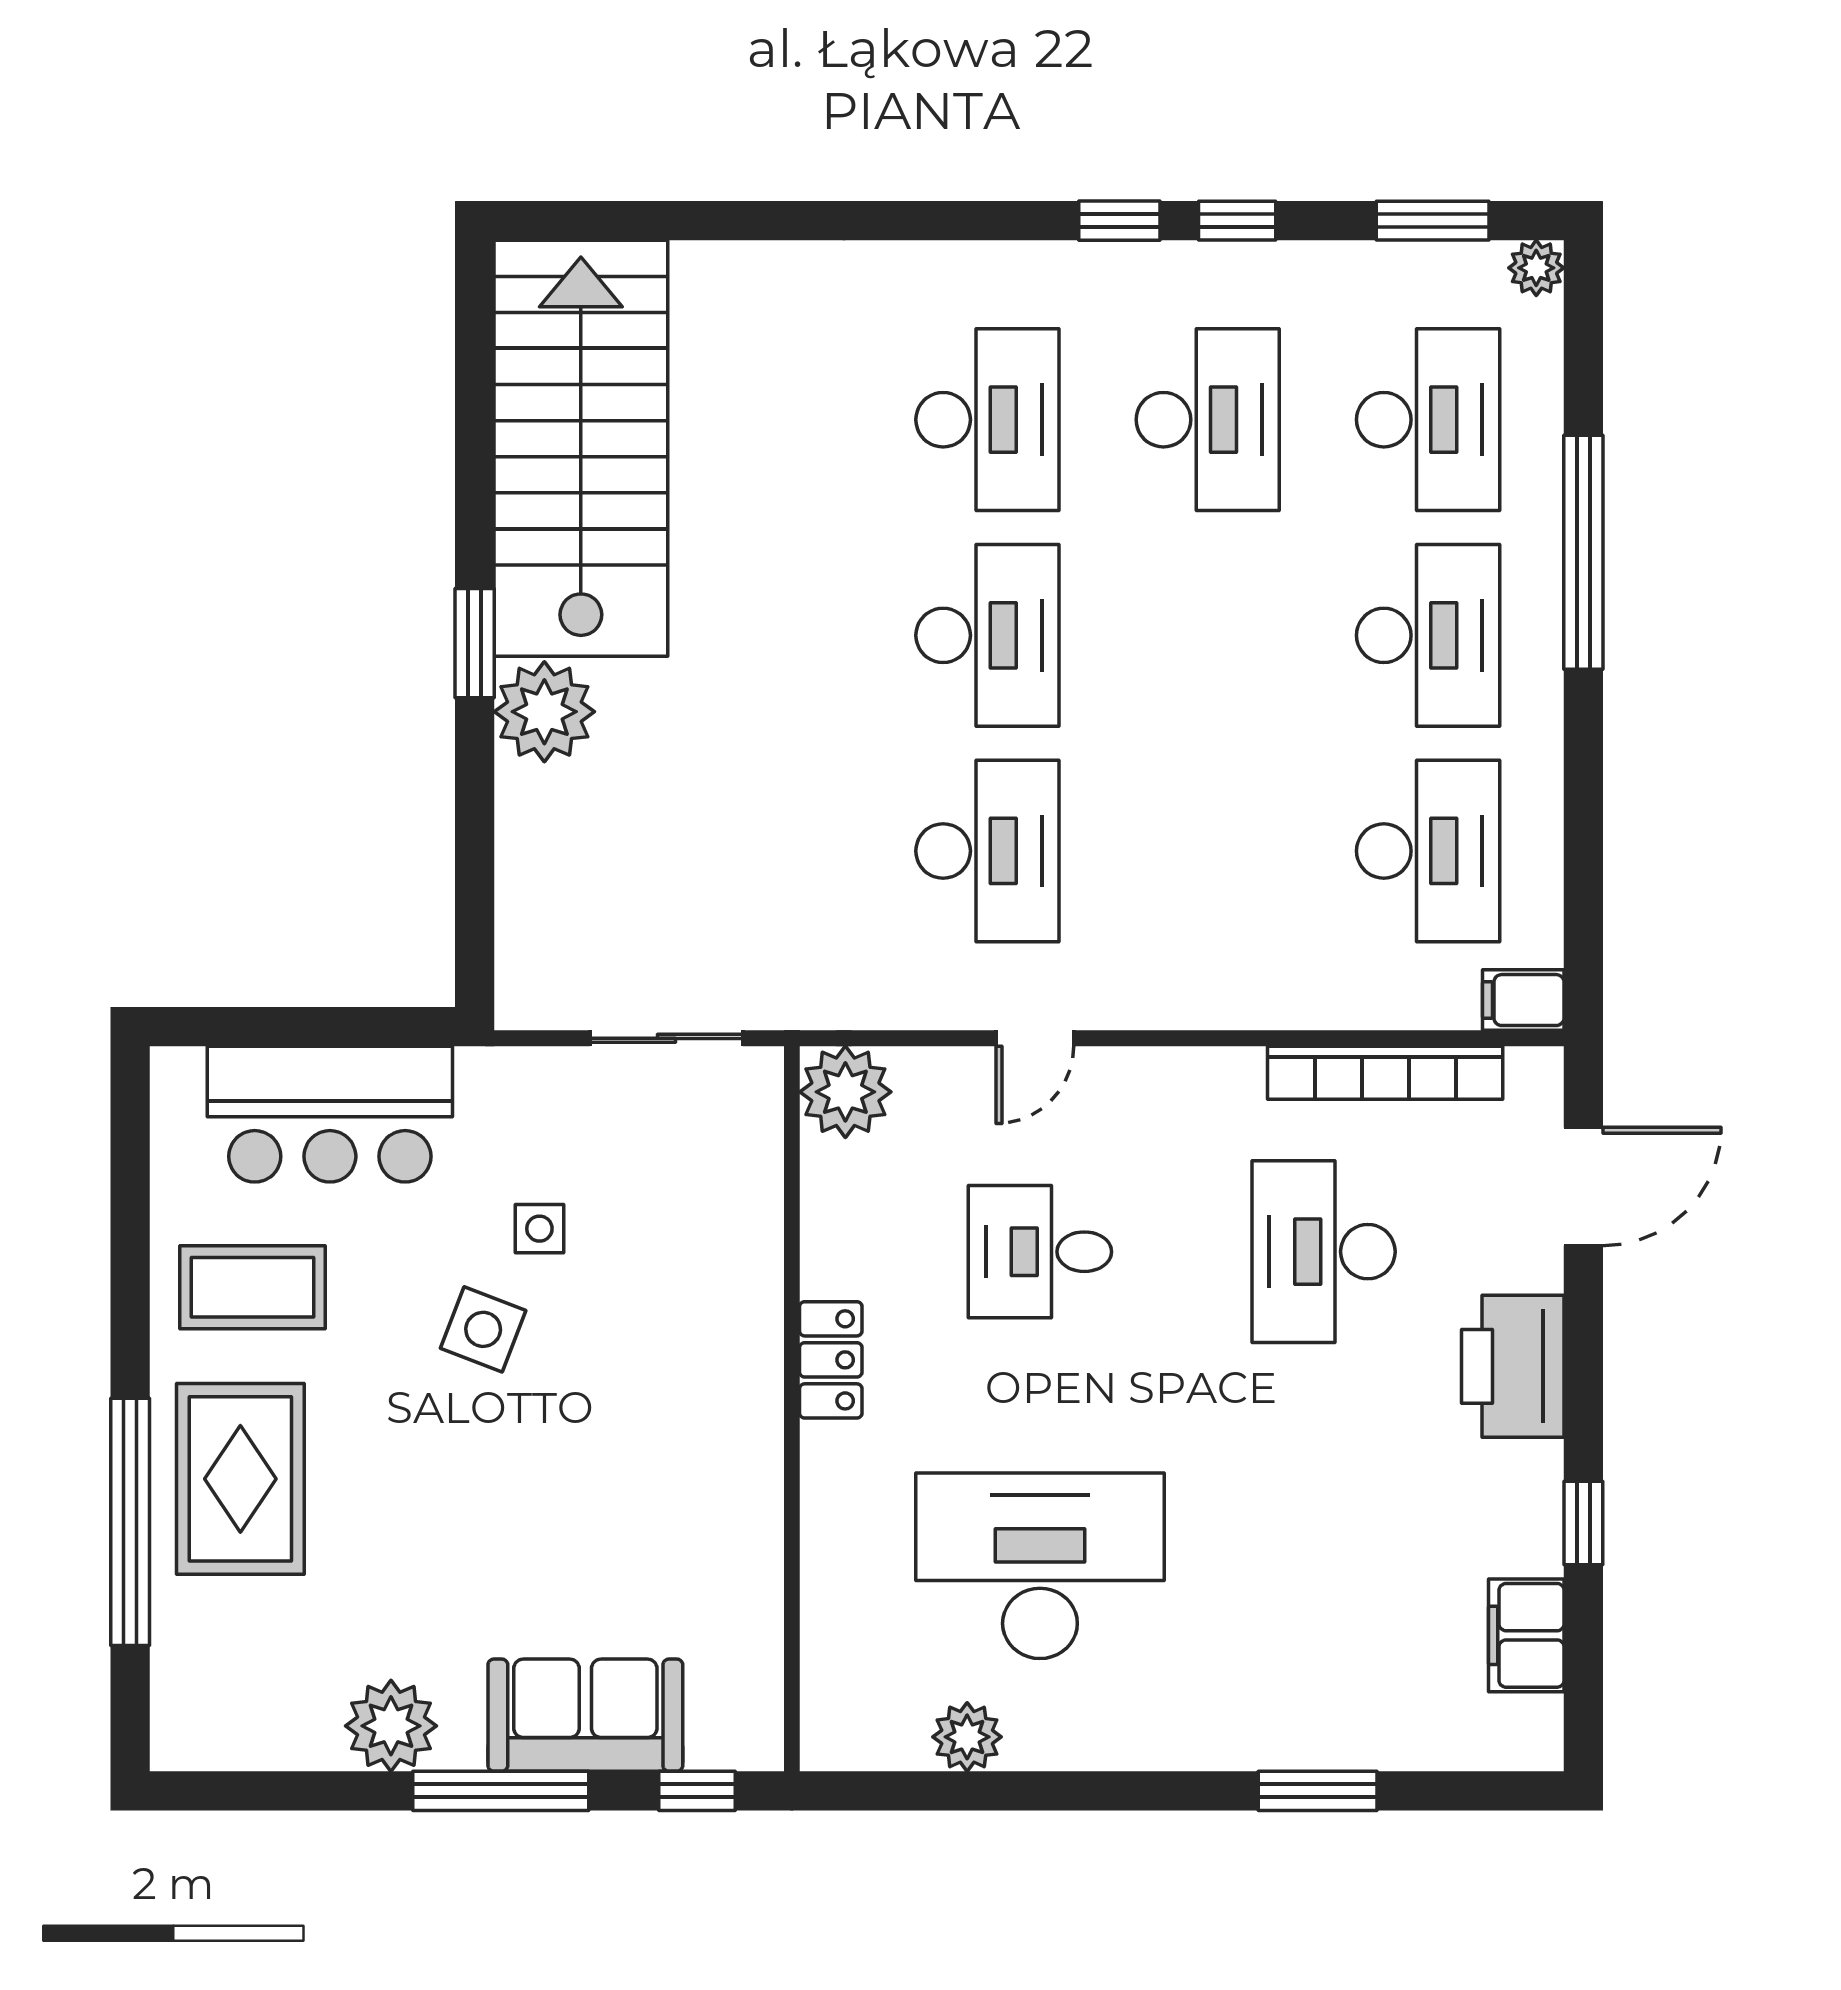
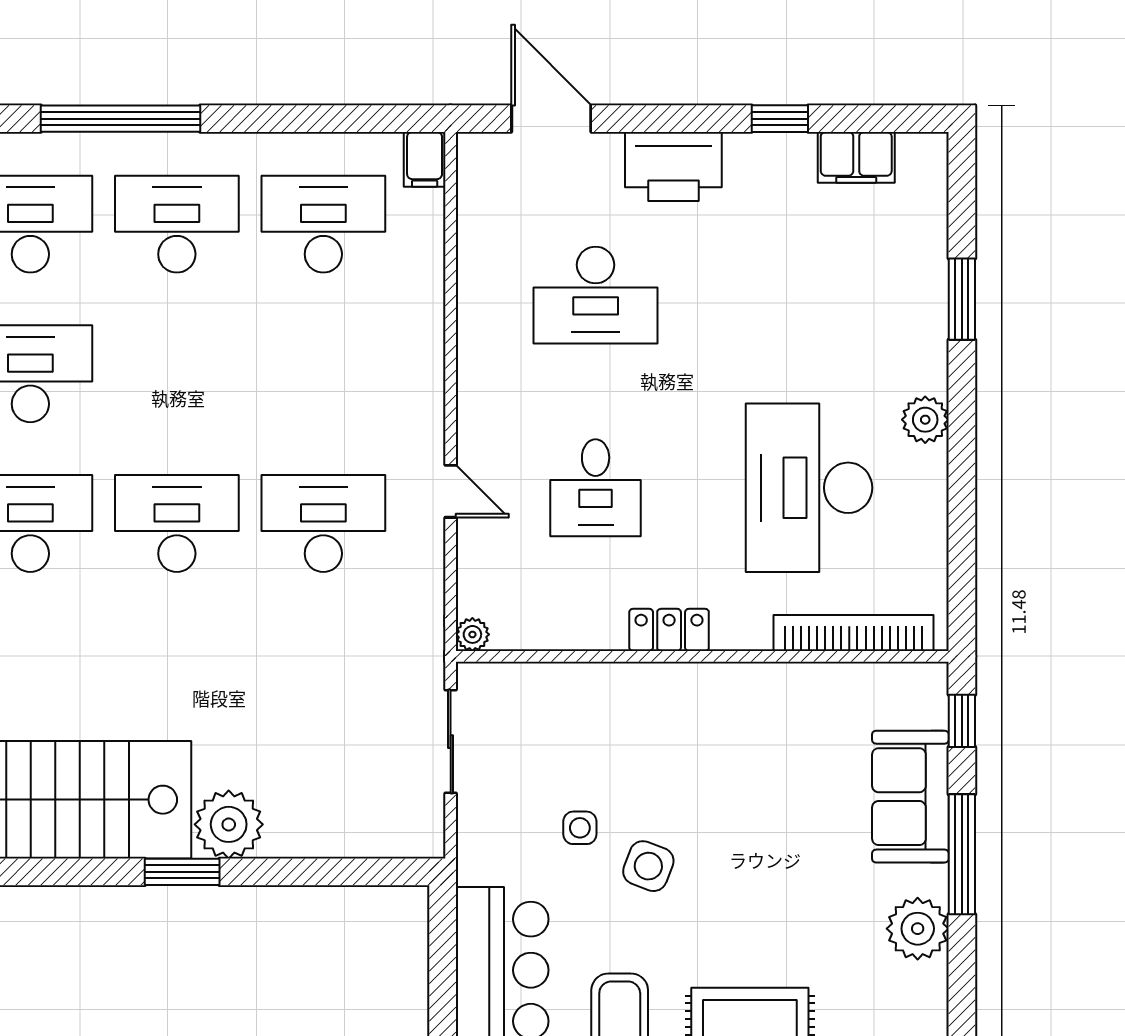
bookcase: (1385, 1073) -> (853, 633), moved, turned -90
plant: (845, 1092) -> (472, 634), width x0.53, depth x0.53
plant: (967, 1737) -> (925, 420), moved

